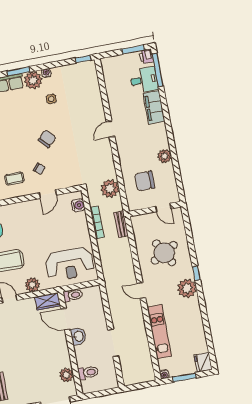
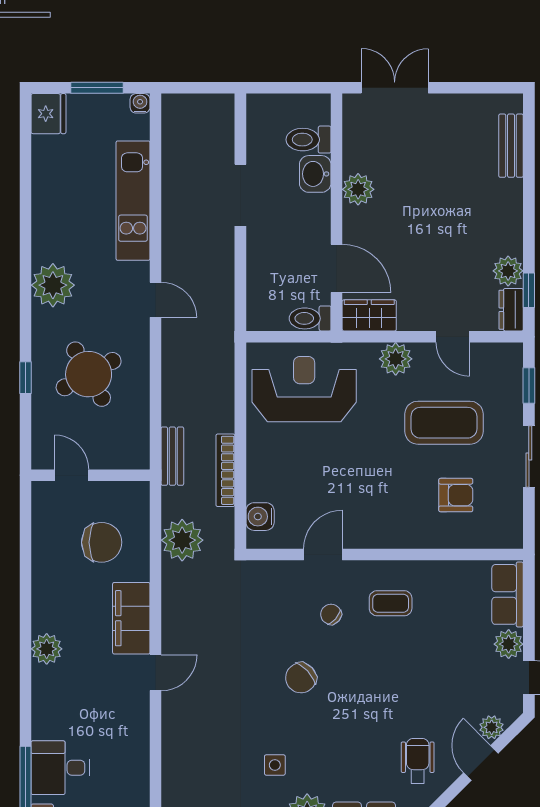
filing cabinet: (154, 107) -> (131, 618), moved, turned 180
plant: (165, 156) -> (47, 649), moved
window: (196, 273) -> (25, 378), moved
washbasin: (78, 336) -> (315, 174), moved
plant: (66, 375) -> (358, 189), moved

